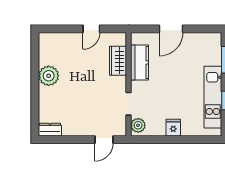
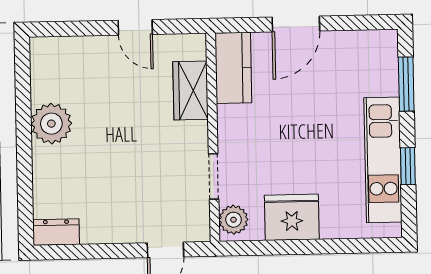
door: (91, 29) -> (135, 27), hinge flipped
kitchen counter: (140, 63) -> (233, 68), moved
fridge: (173, 128) -> (292, 217), width x1.88, depth x1.34

